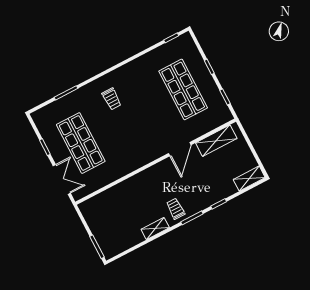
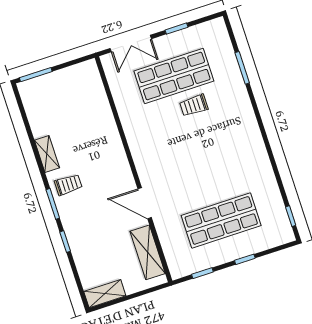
trolley: (112, 99) -> (194, 105), moved
shelving: (249, 179) -> (105, 294), moved, turned 90

